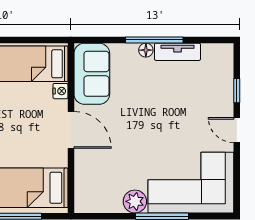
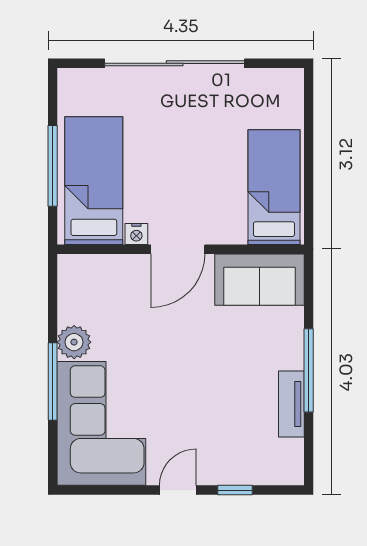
floor lamp: (146, 50) -> (294, 358), removed
nightstand: (60, 91) -> (136, 234), moved

